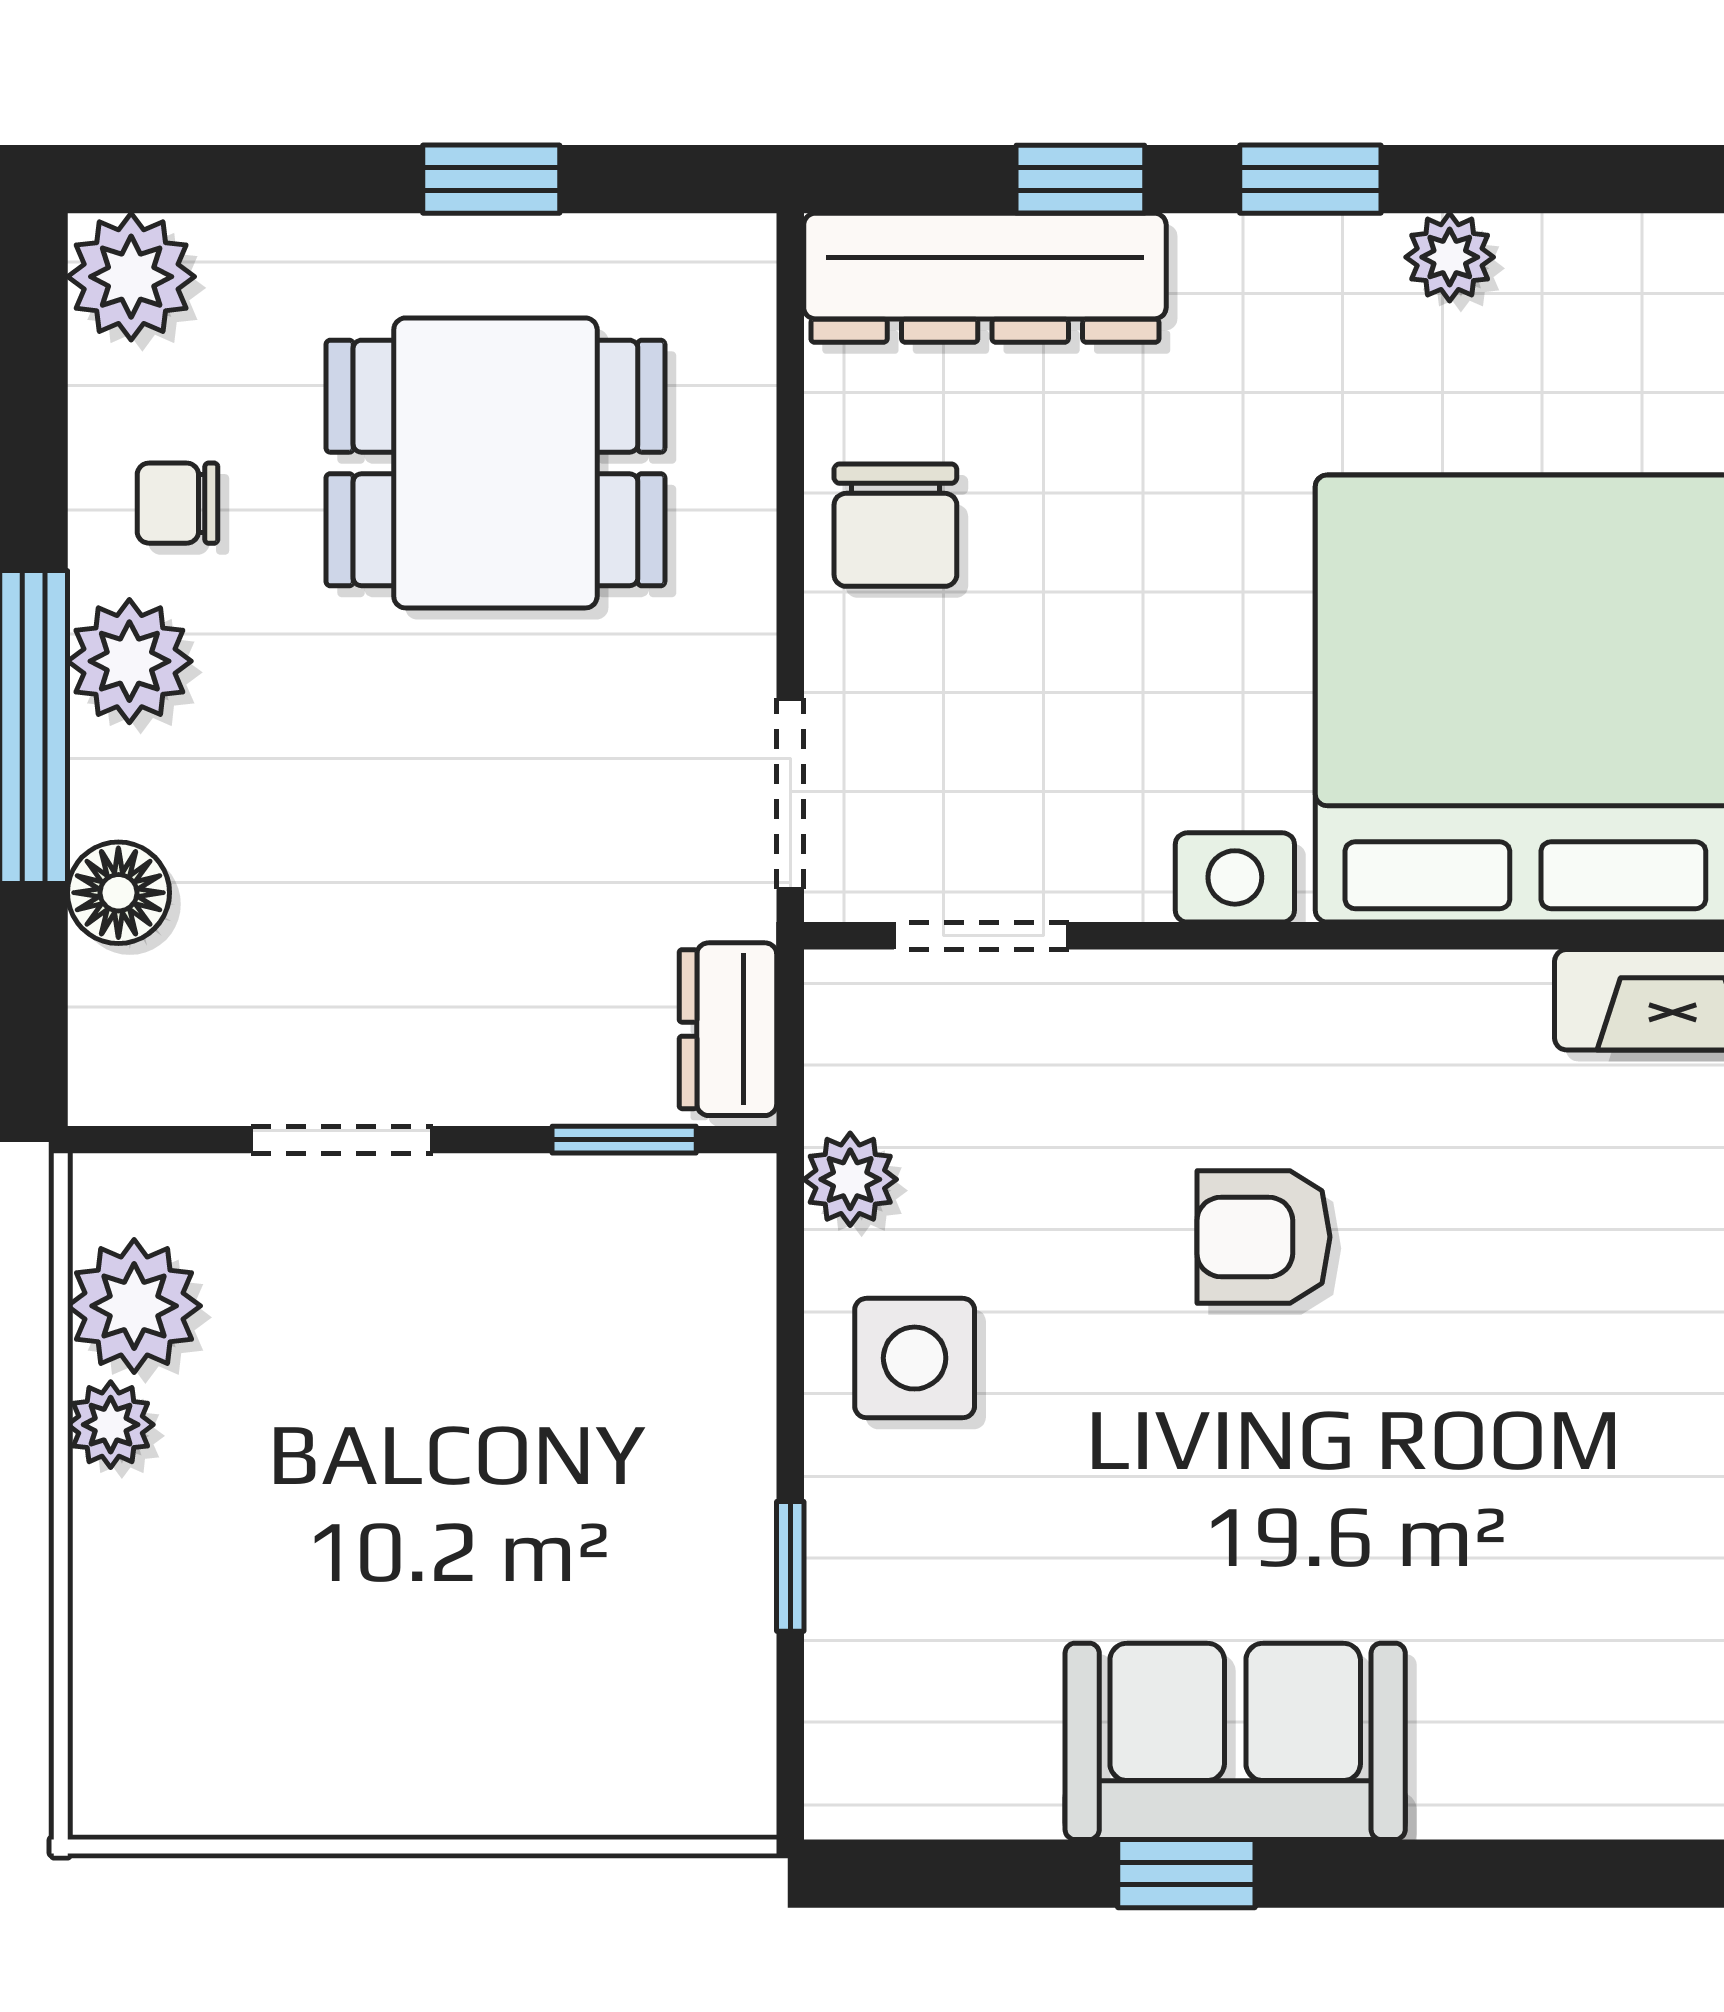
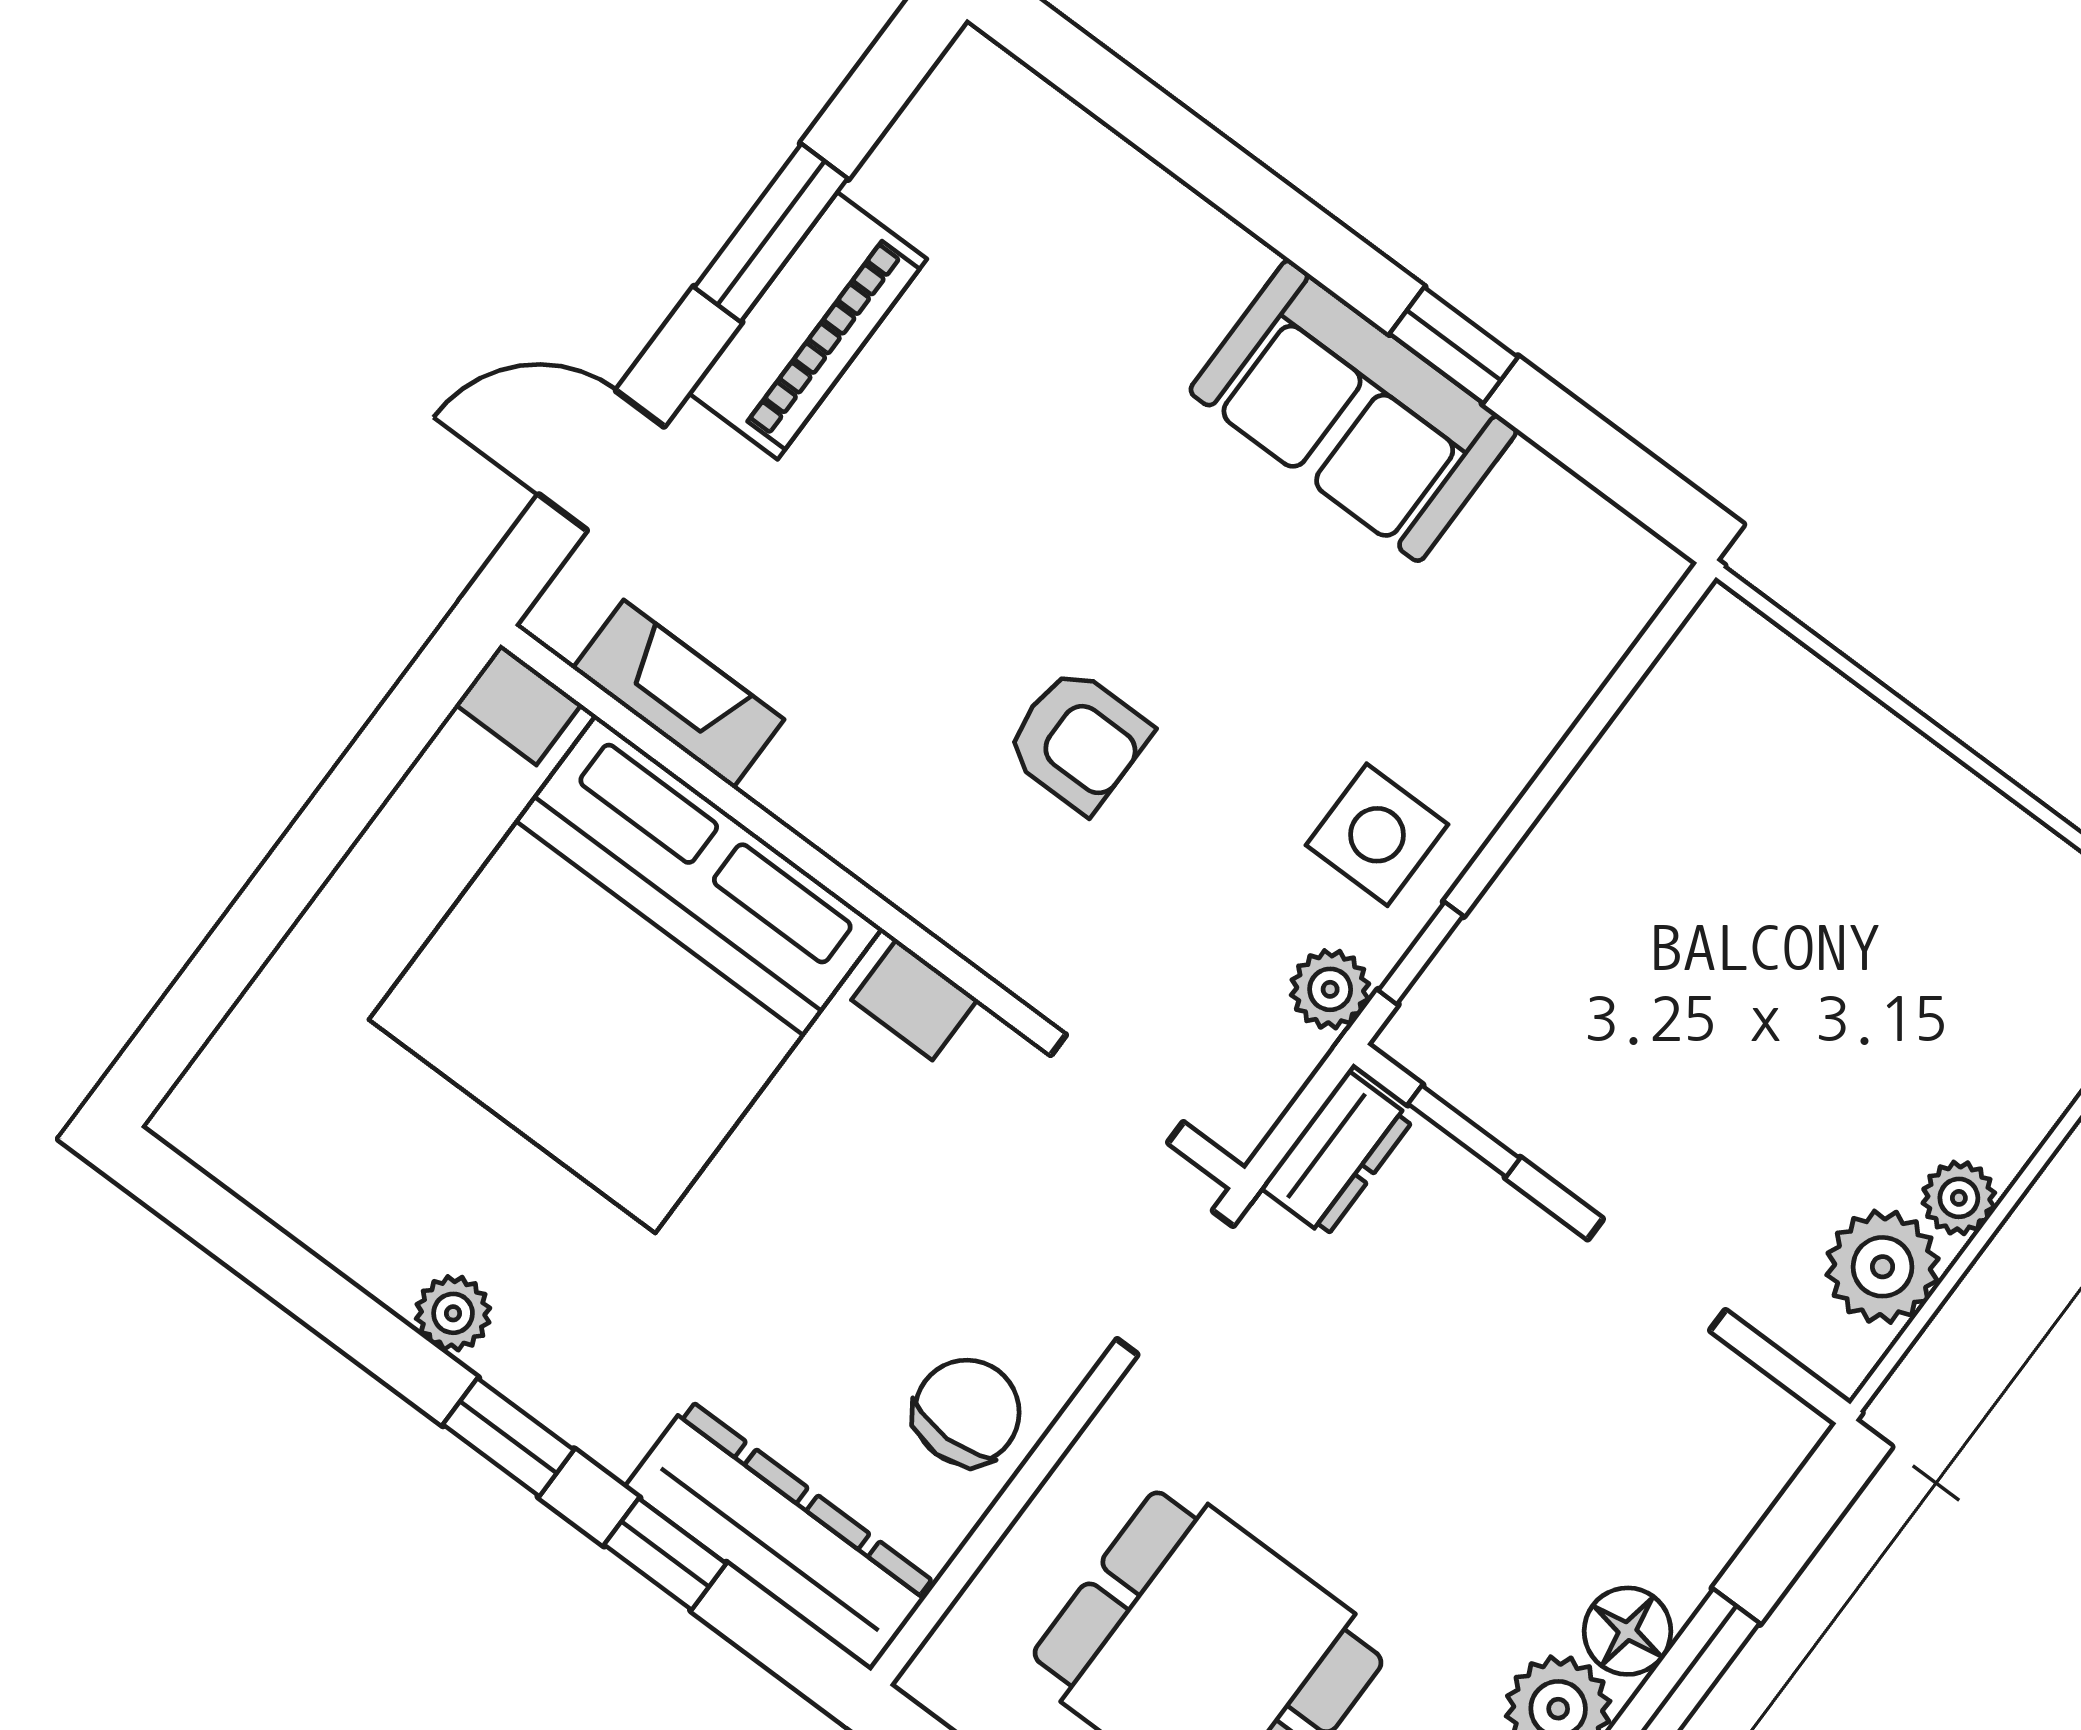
floor lamp: (118, 893) -> (1627, 1631), moved
window: (790, 1566) -> (1421, 953), moved

